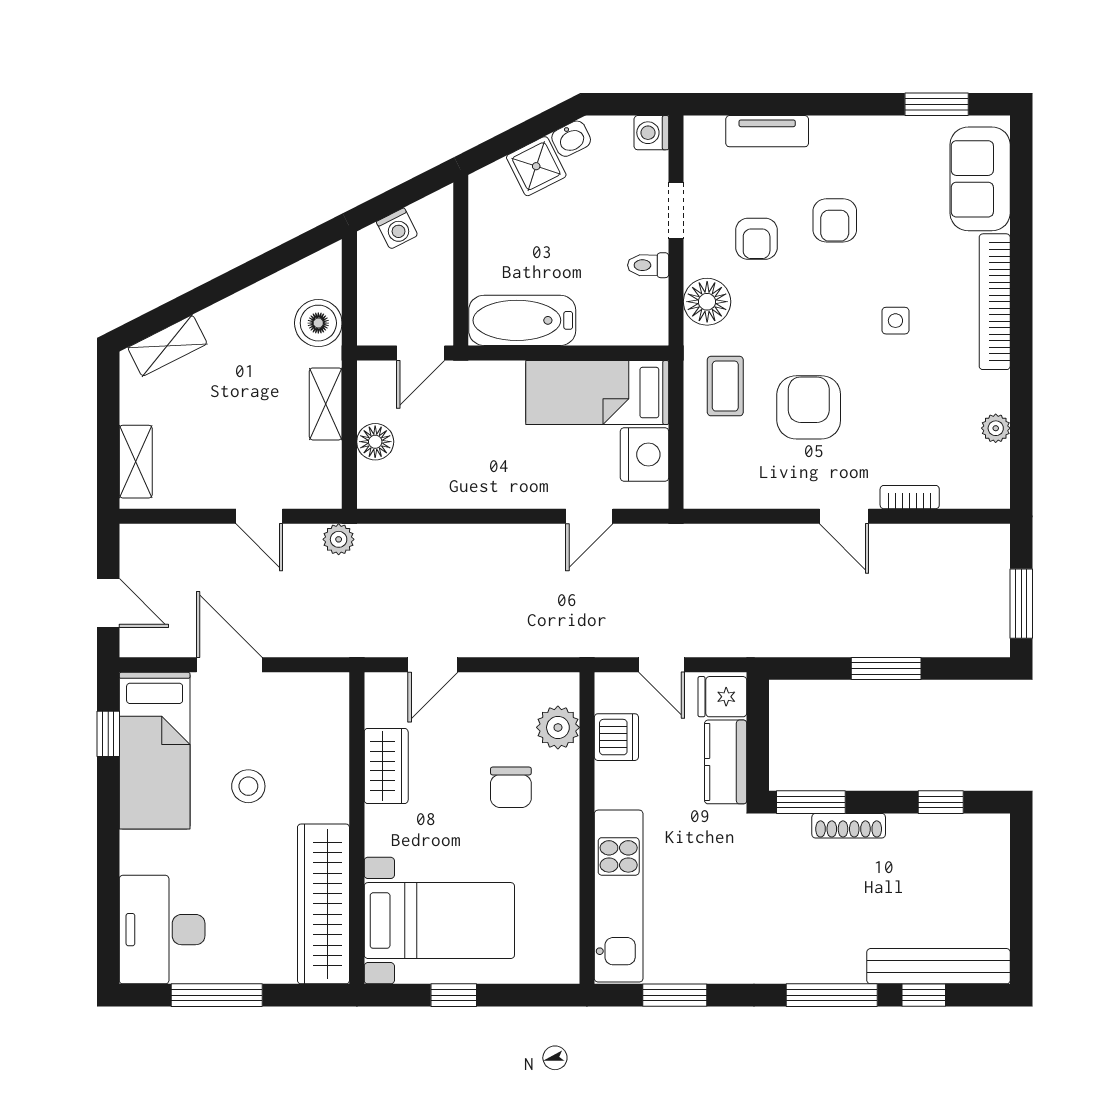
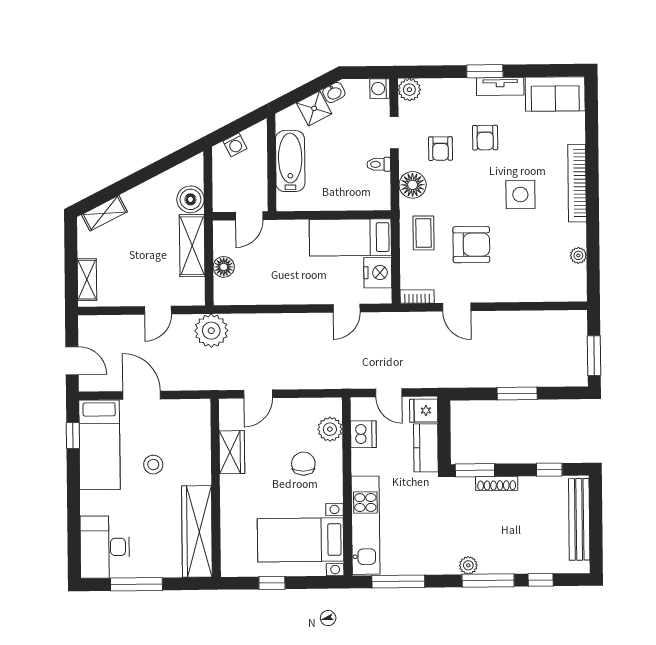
window: (937, 104) -> (485, 71), moved
tv unit: (767, 131) -> (500, 86), moved
plant: (703, 135) -> (409, 90), added
sofa: (980, 179) -> (555, 94), moved, turned -90
bathtub: (522, 320) -> (290, 161), moved, turned 90
side table: (895, 321) -> (520, 195), width x1.87, depth x1.87
shelving: (326, 404) -> (192, 246), width x1.50, depth x1.33
armchair: (809, 407) -> (471, 245), turned 90
bookcase: (910, 497) -> (417, 297), moved
door: (259, 516) -> (158, 310), hinge flipped
door: (844, 516) -> (457, 307), moved
plant: (339, 539) -> (211, 331), width x1.87, depth x1.87
chair: (511, 787) -> (303, 464), turned 180
bed with nightstands: (439, 921) -> (300, 540), moved, turned 180
bench: (939, 966) -> (579, 519), moved, turned 90
plant: (798, 968) -> (468, 565), added
window: (675, 995) -> (398, 581), width x1.44

